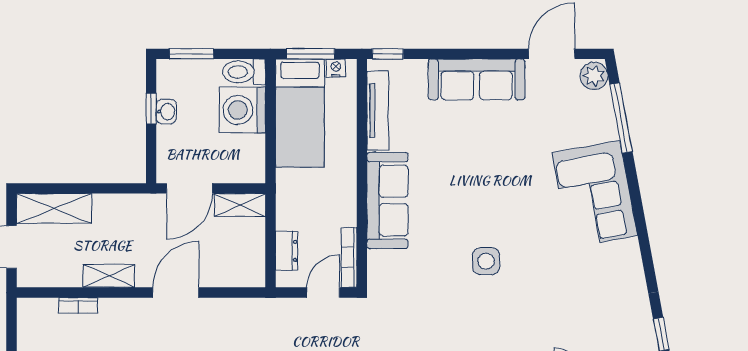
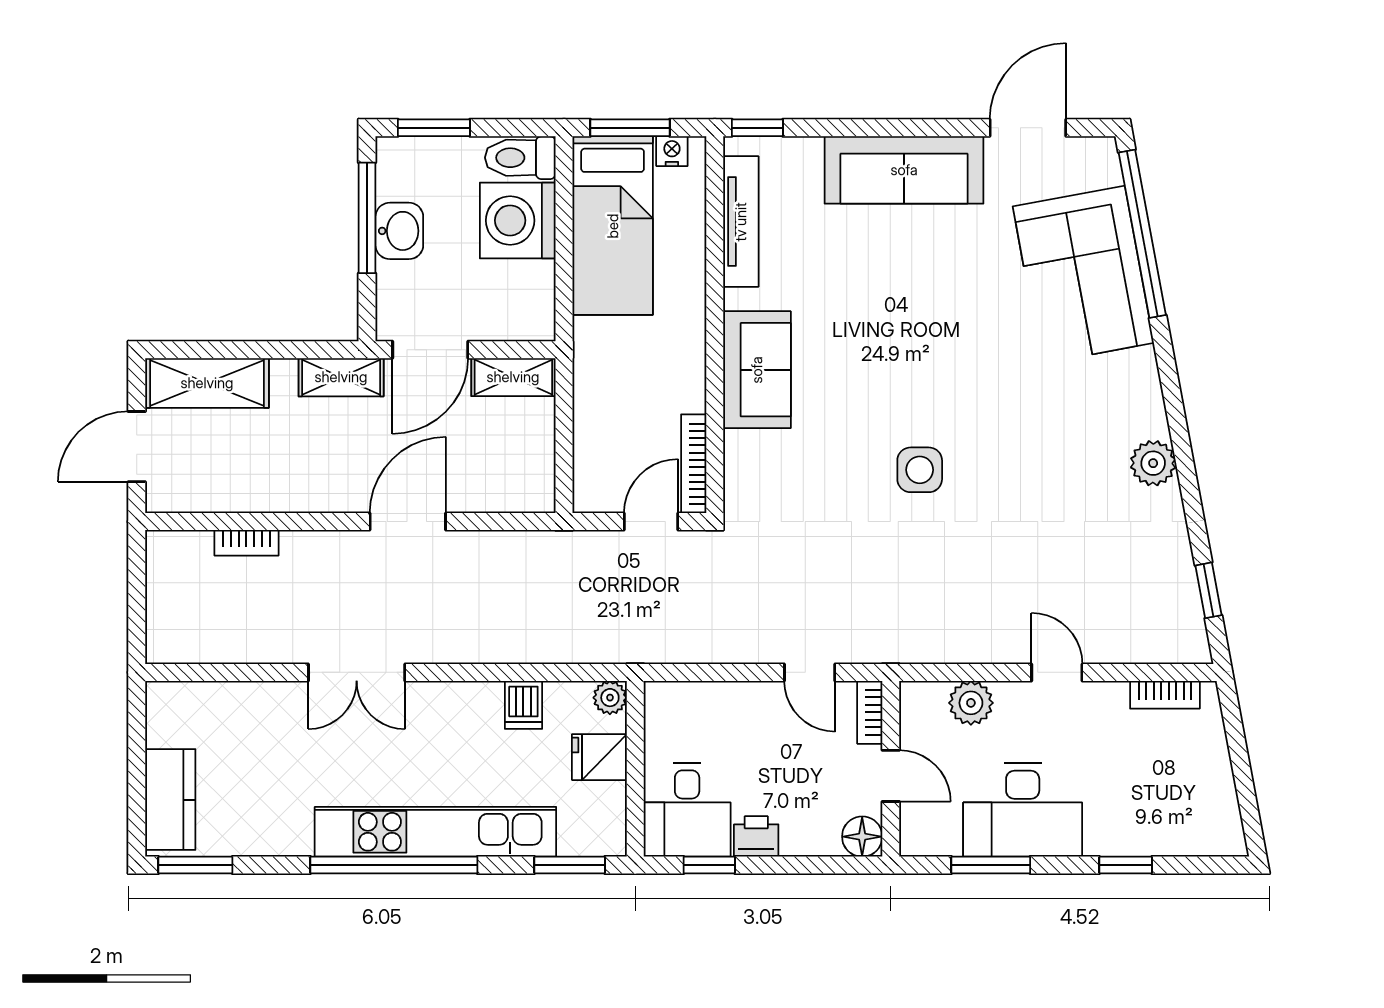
plant: (594, 76) -> (1153, 463), moved
window: (151, 108) -> (367, 218), width x2.17
washbasin: (166, 112) -> (399, 231), width x1.38, depth x1.45
window: (621, 118) -> (1142, 234), width x1.46
corner sofa: (595, 194) -> (1083, 275), moved
sofa: (387, 200) -> (757, 370), width x0.73
dresser: (287, 251) -> (590, 453), removed
shelving: (109, 276) -> (341, 377), moved

